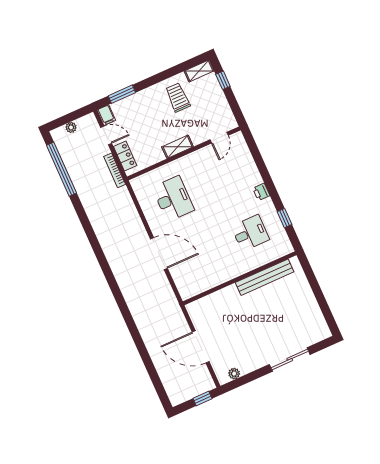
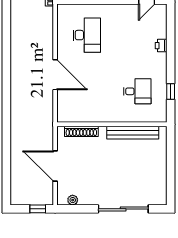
printer: (261, 192) -> (161, 46), moved
shoe rack: (212, 299) -> (81, 131), added
sliding door: (290, 359) -> (123, 209), width x1.36

